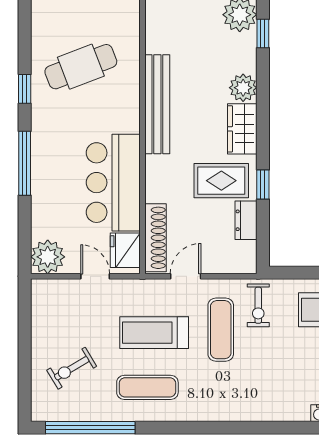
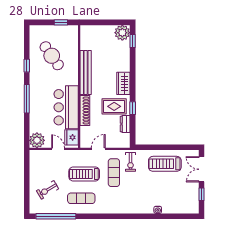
cafe table: (81, 67) -> (52, 56), turned 76
plant: (243, 88) -> (124, 65), removed
shoe rack: (156, 238) -> (85, 111), moved

